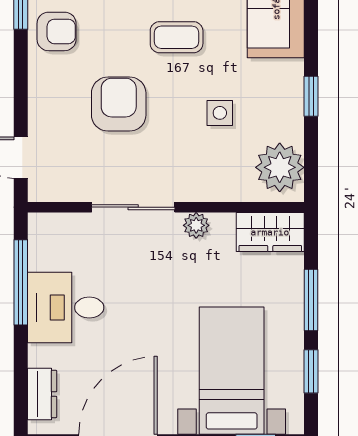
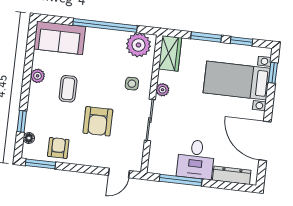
window: (311, 96) -> (105, 25), width x3.17
armchair: (119, 104) -> (98, 121), turned -90
side table: (220, 113) -> (132, 84), moved
dresser: (42, 394) -> (232, 175), width x1.44

